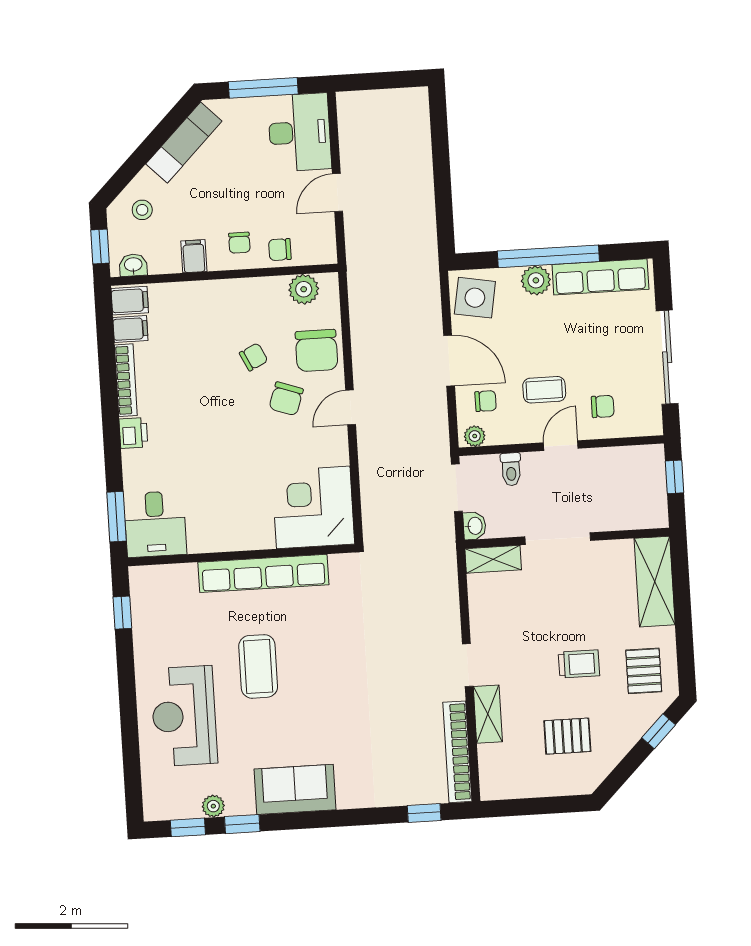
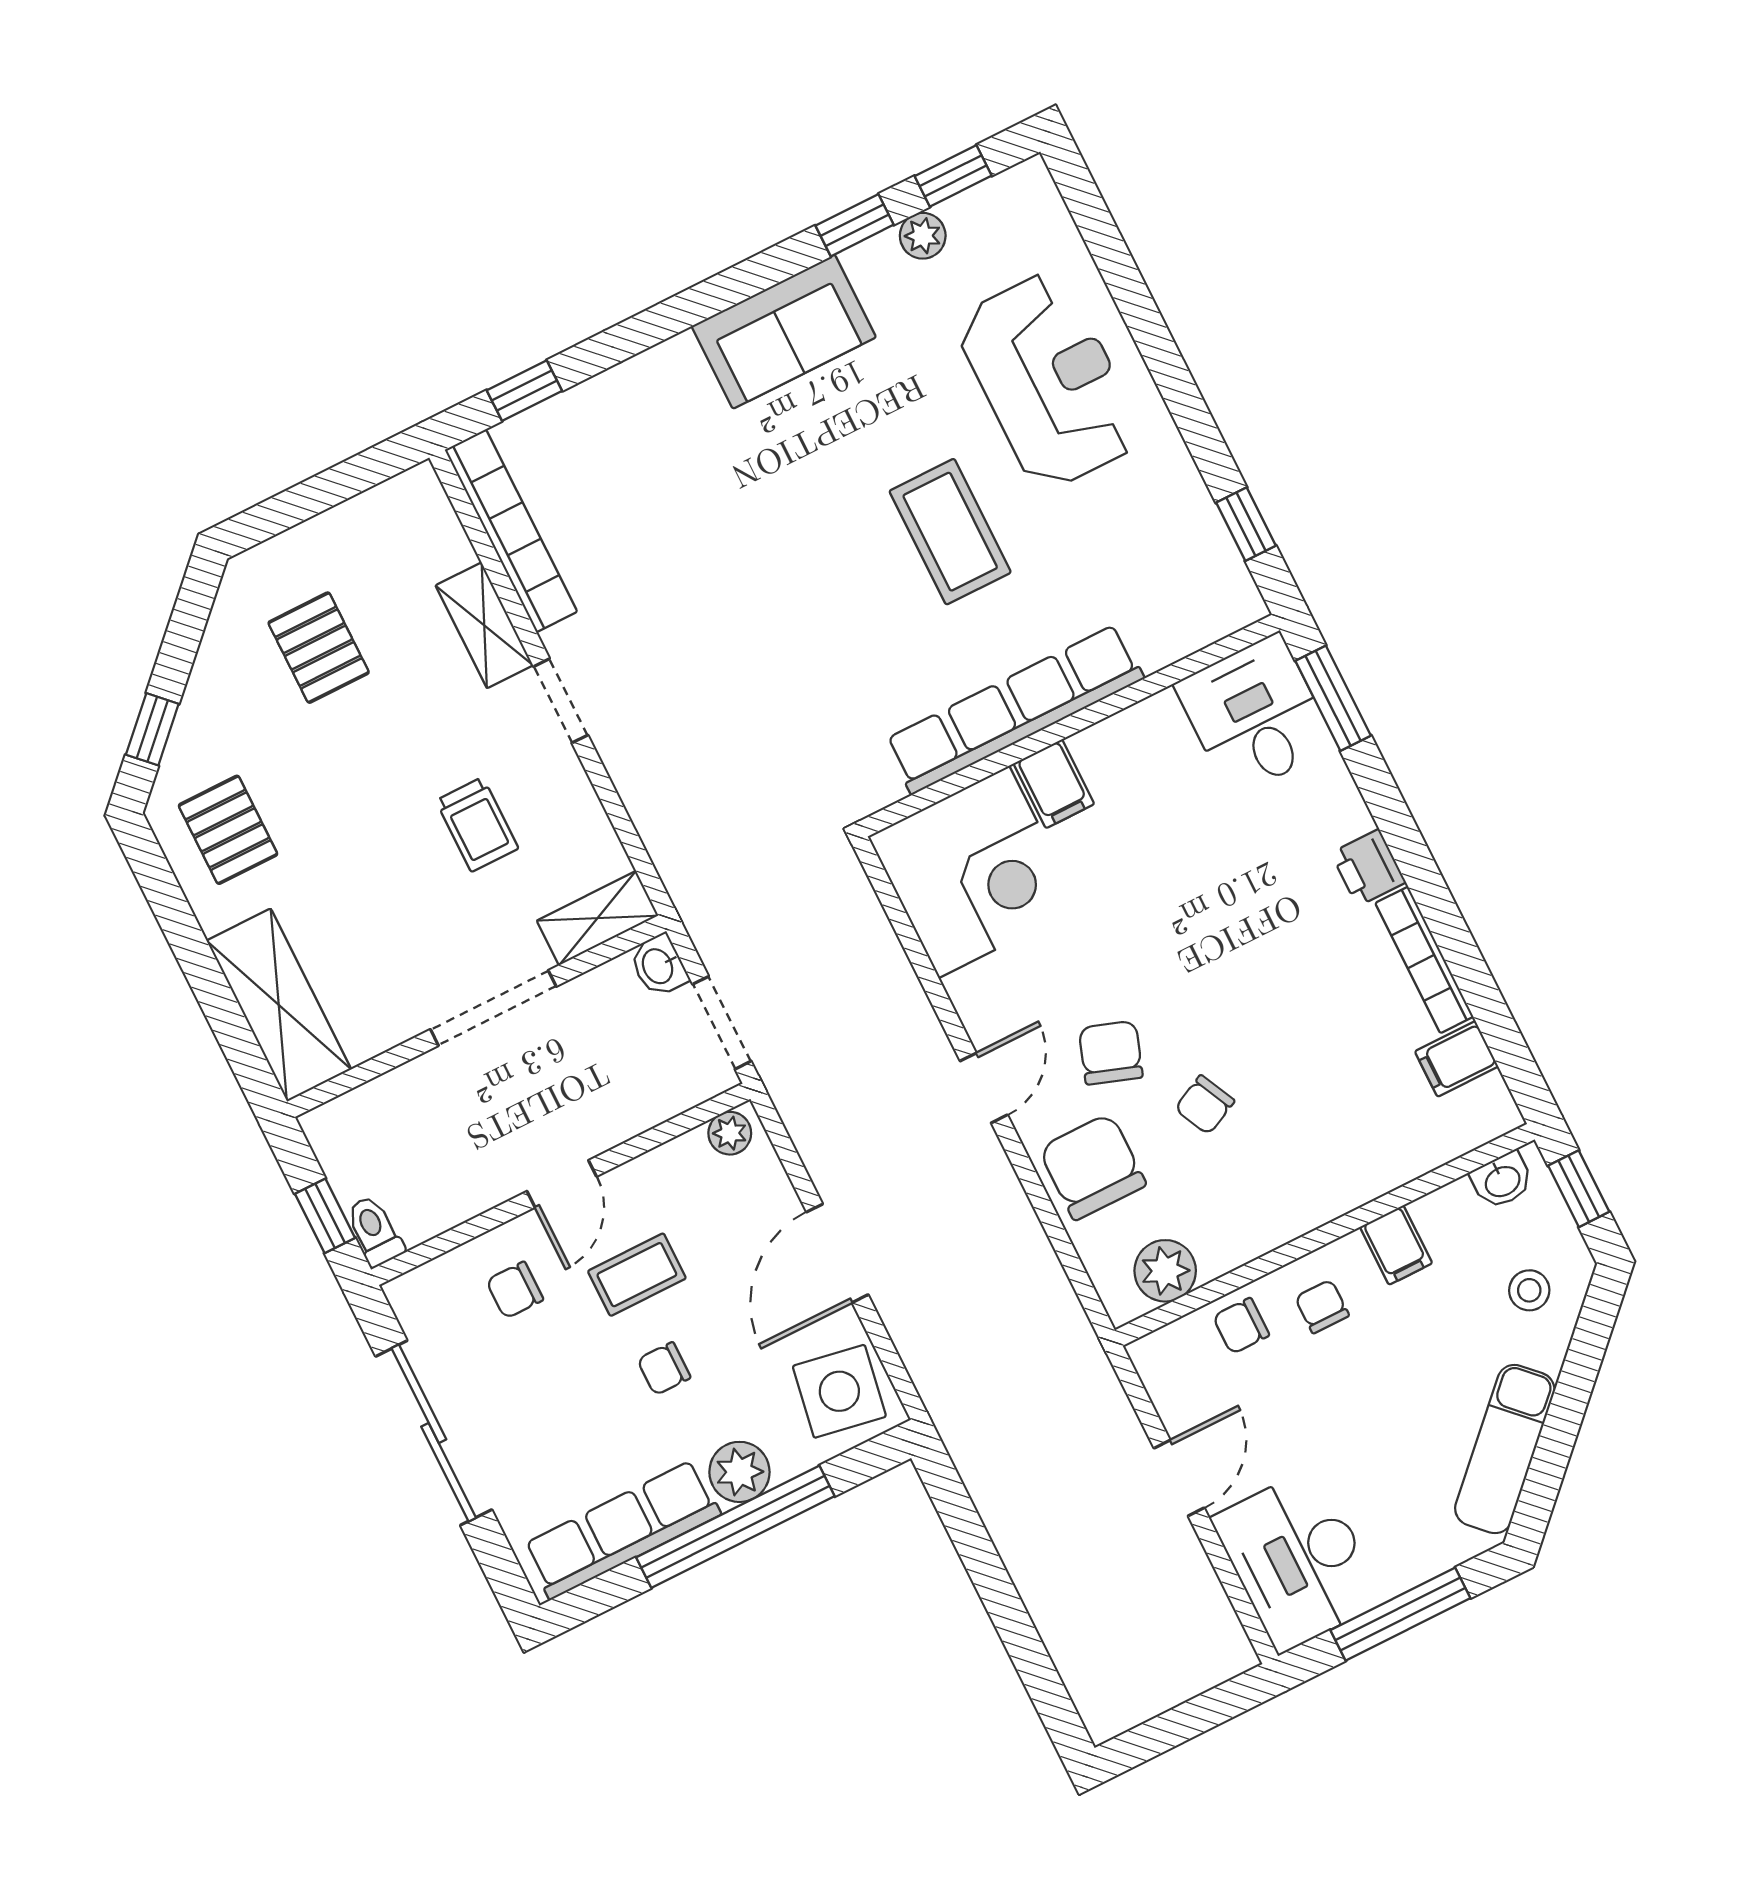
chair: (280, 250) -> (1241, 1326), turned 180
filing cabinet: (130, 301) -> (1054, 784), moved, turned -90
door: (449, 361) -> (837, 1253), hinge flipped
chair: (486, 401) -> (664, 1369), moved
toilet: (511, 469) -> (374, 1231), moved
trolley: (579, 664) -> (477, 824), moved, turned -90
pallet: (567, 736) -> (319, 648), turned 90

